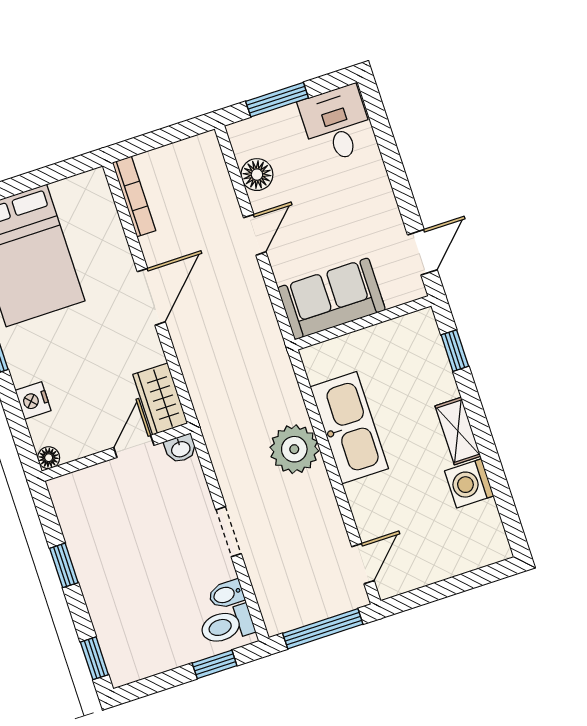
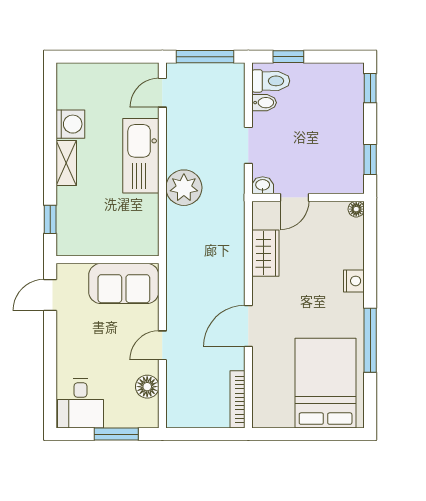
kitchen sink: (349, 428) -> (141, 156), moved
door: (134, 446) -> (295, 198), moved
washbasin: (181, 449) -> (263, 185), moved
wall: (116, 452) -> (308, 198), moved
floor lamp: (49, 458) -> (356, 209), moved

